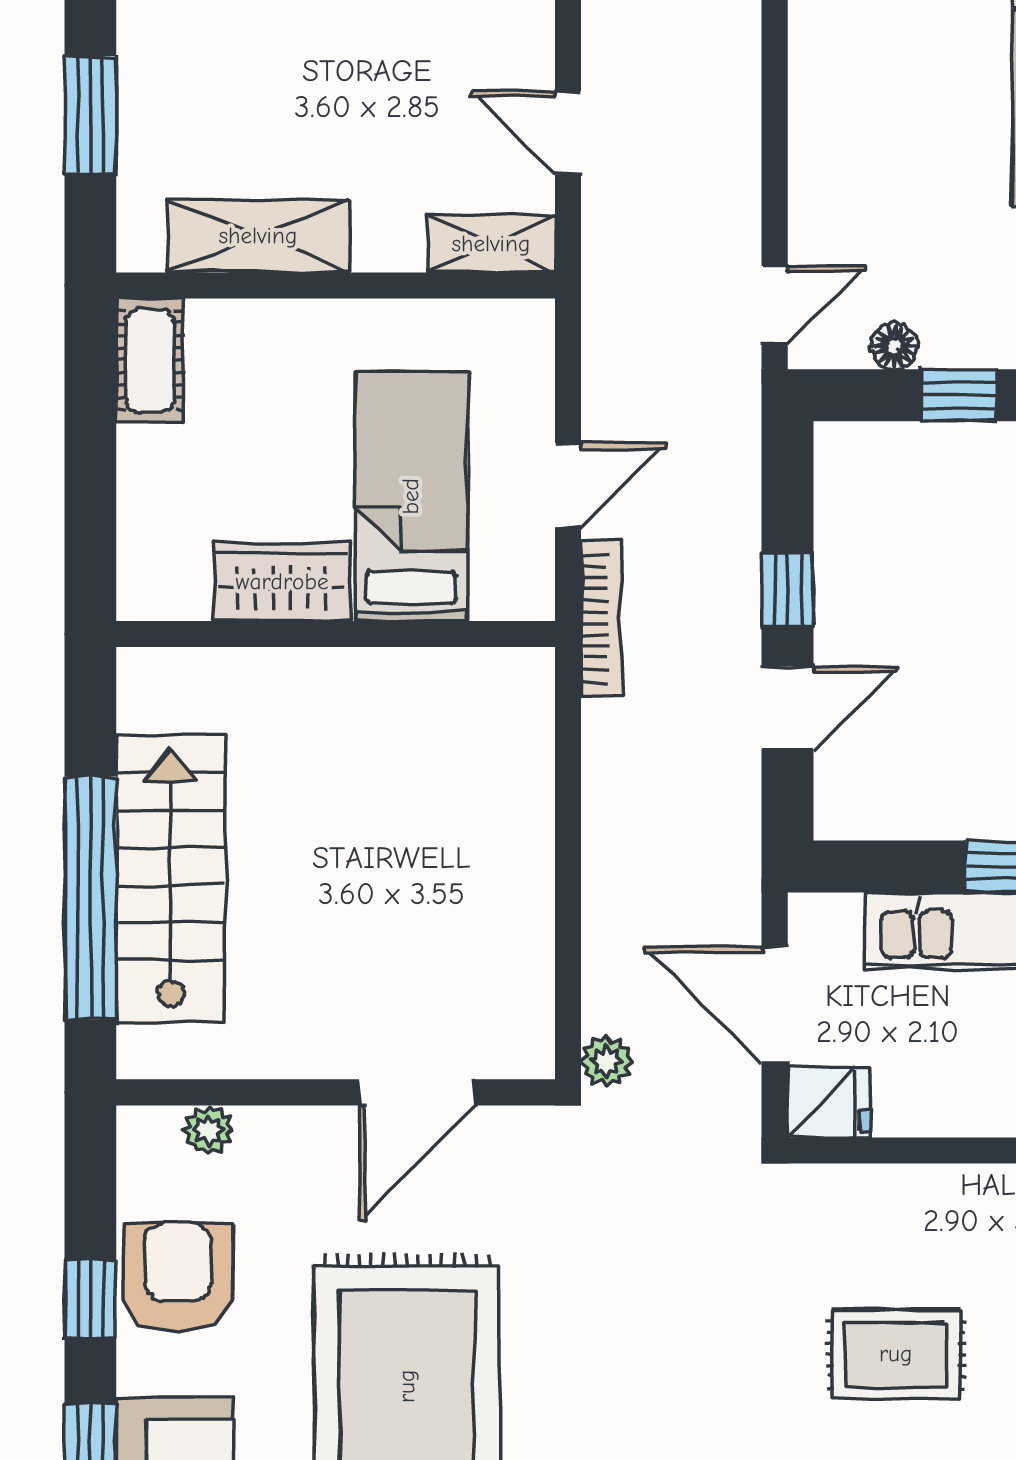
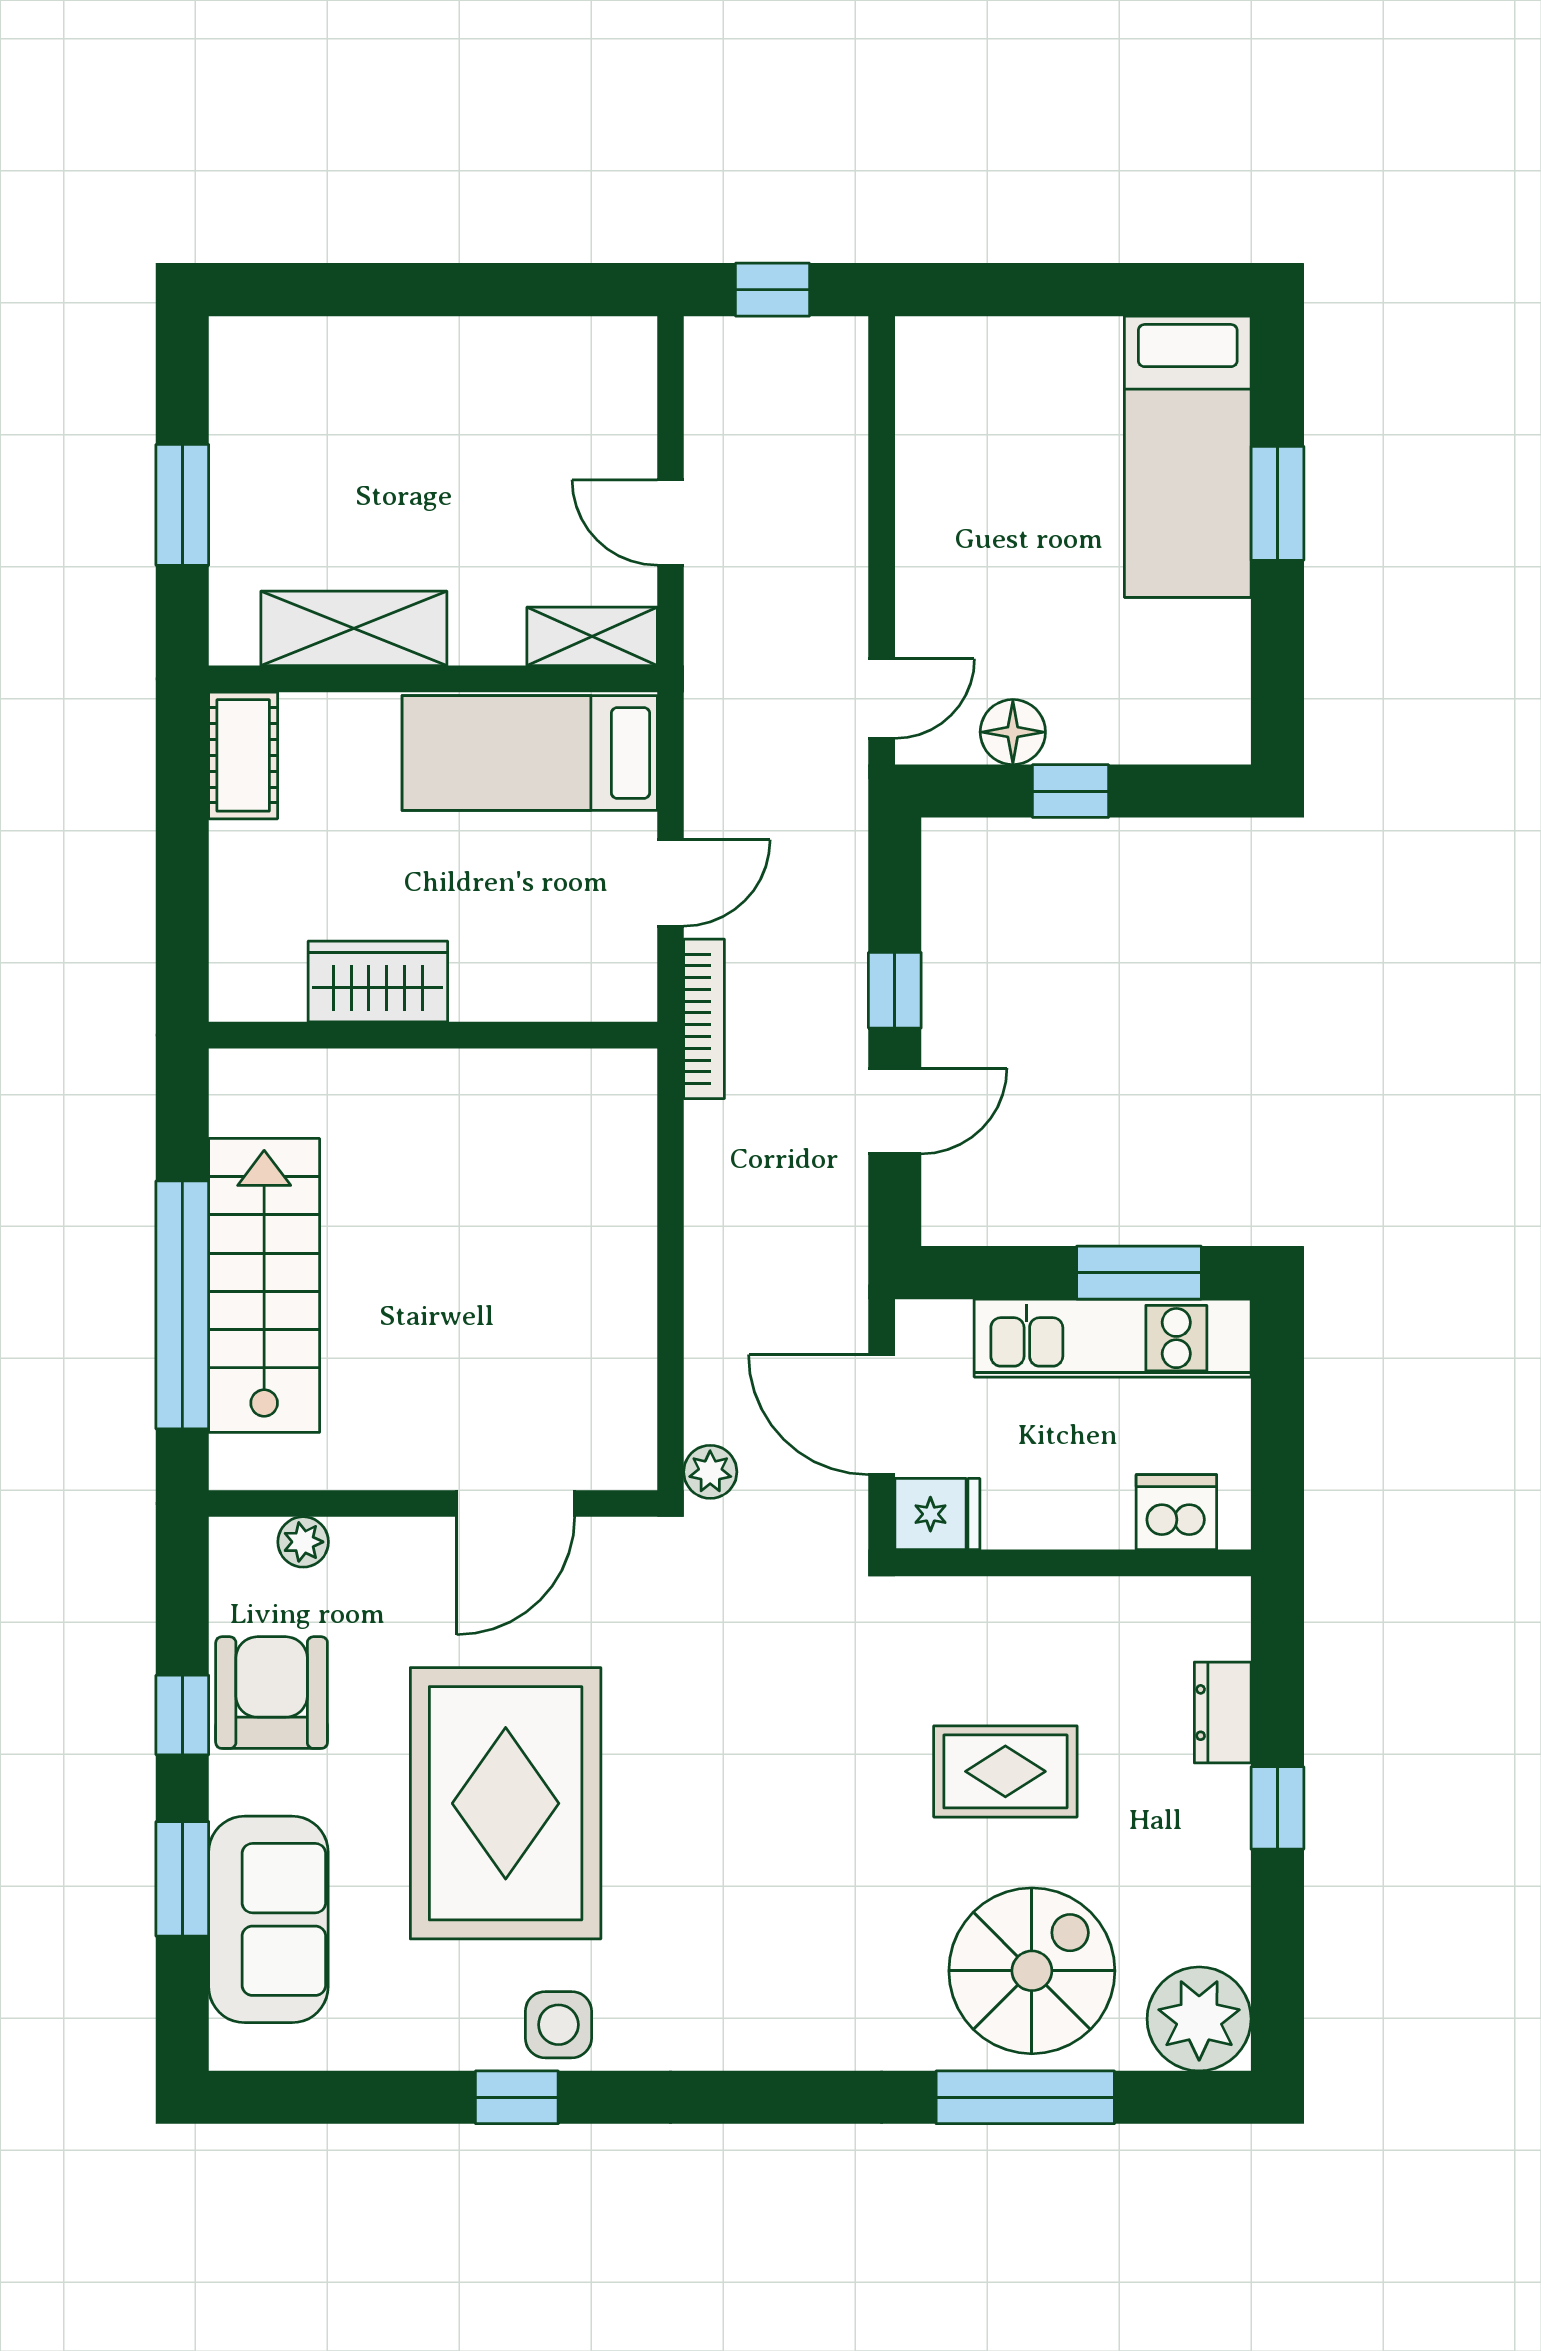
floor lamp: (894, 346) -> (1013, 732), width x1.37, depth x1.37
bed: (411, 496) -> (530, 753), moved, turned -90

